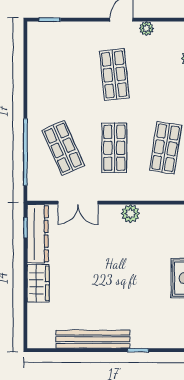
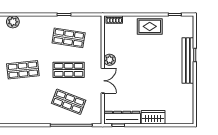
shop shelf: (63, 148) -> (69, 102), turned 45
double door: (78, 203) -> (103, 81), moved
bench: (93, 339) -> (188, 60), moved

